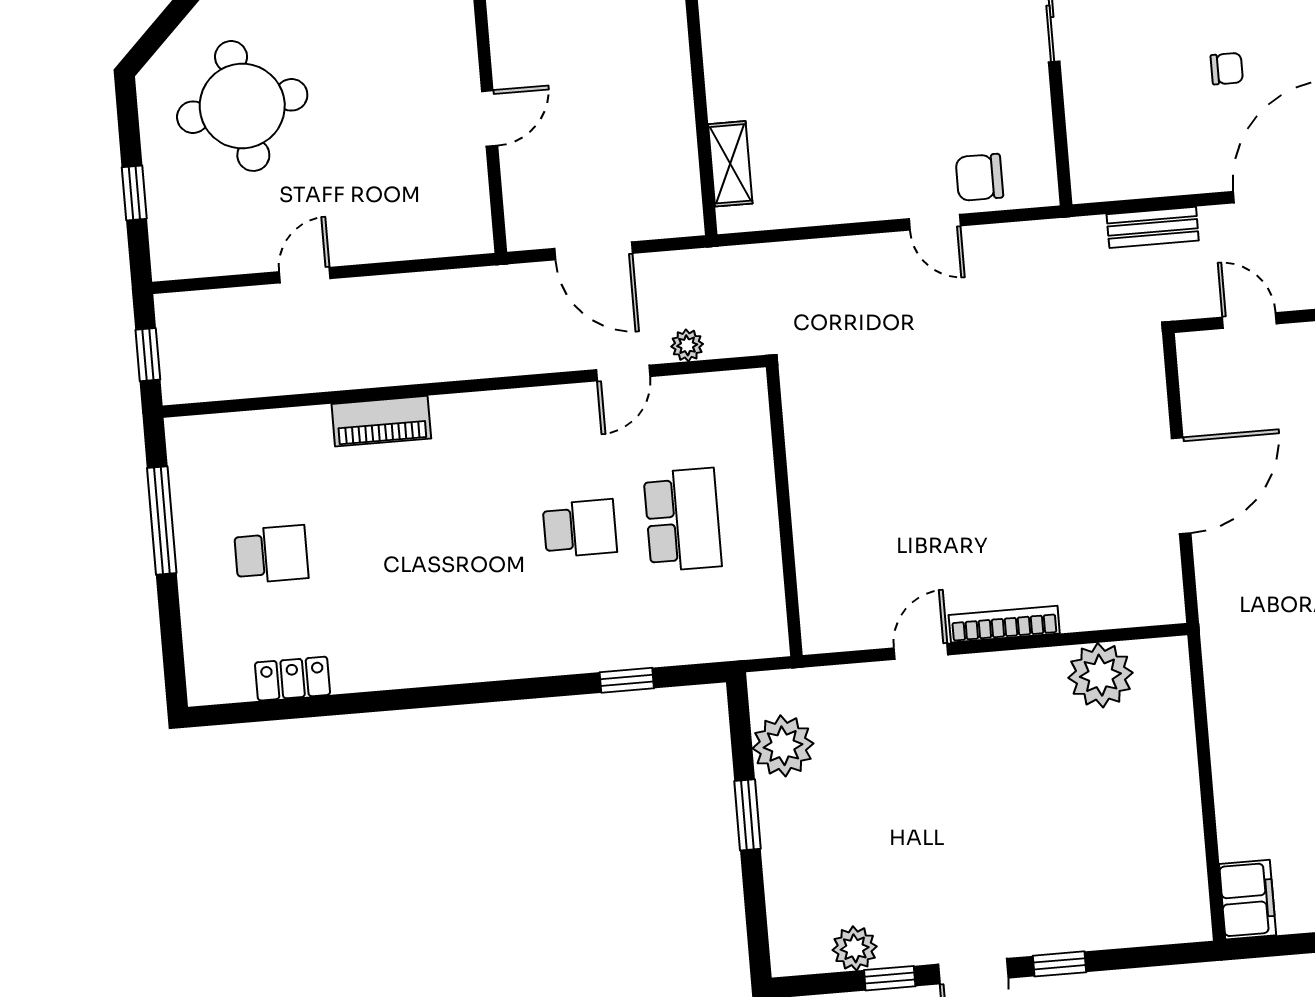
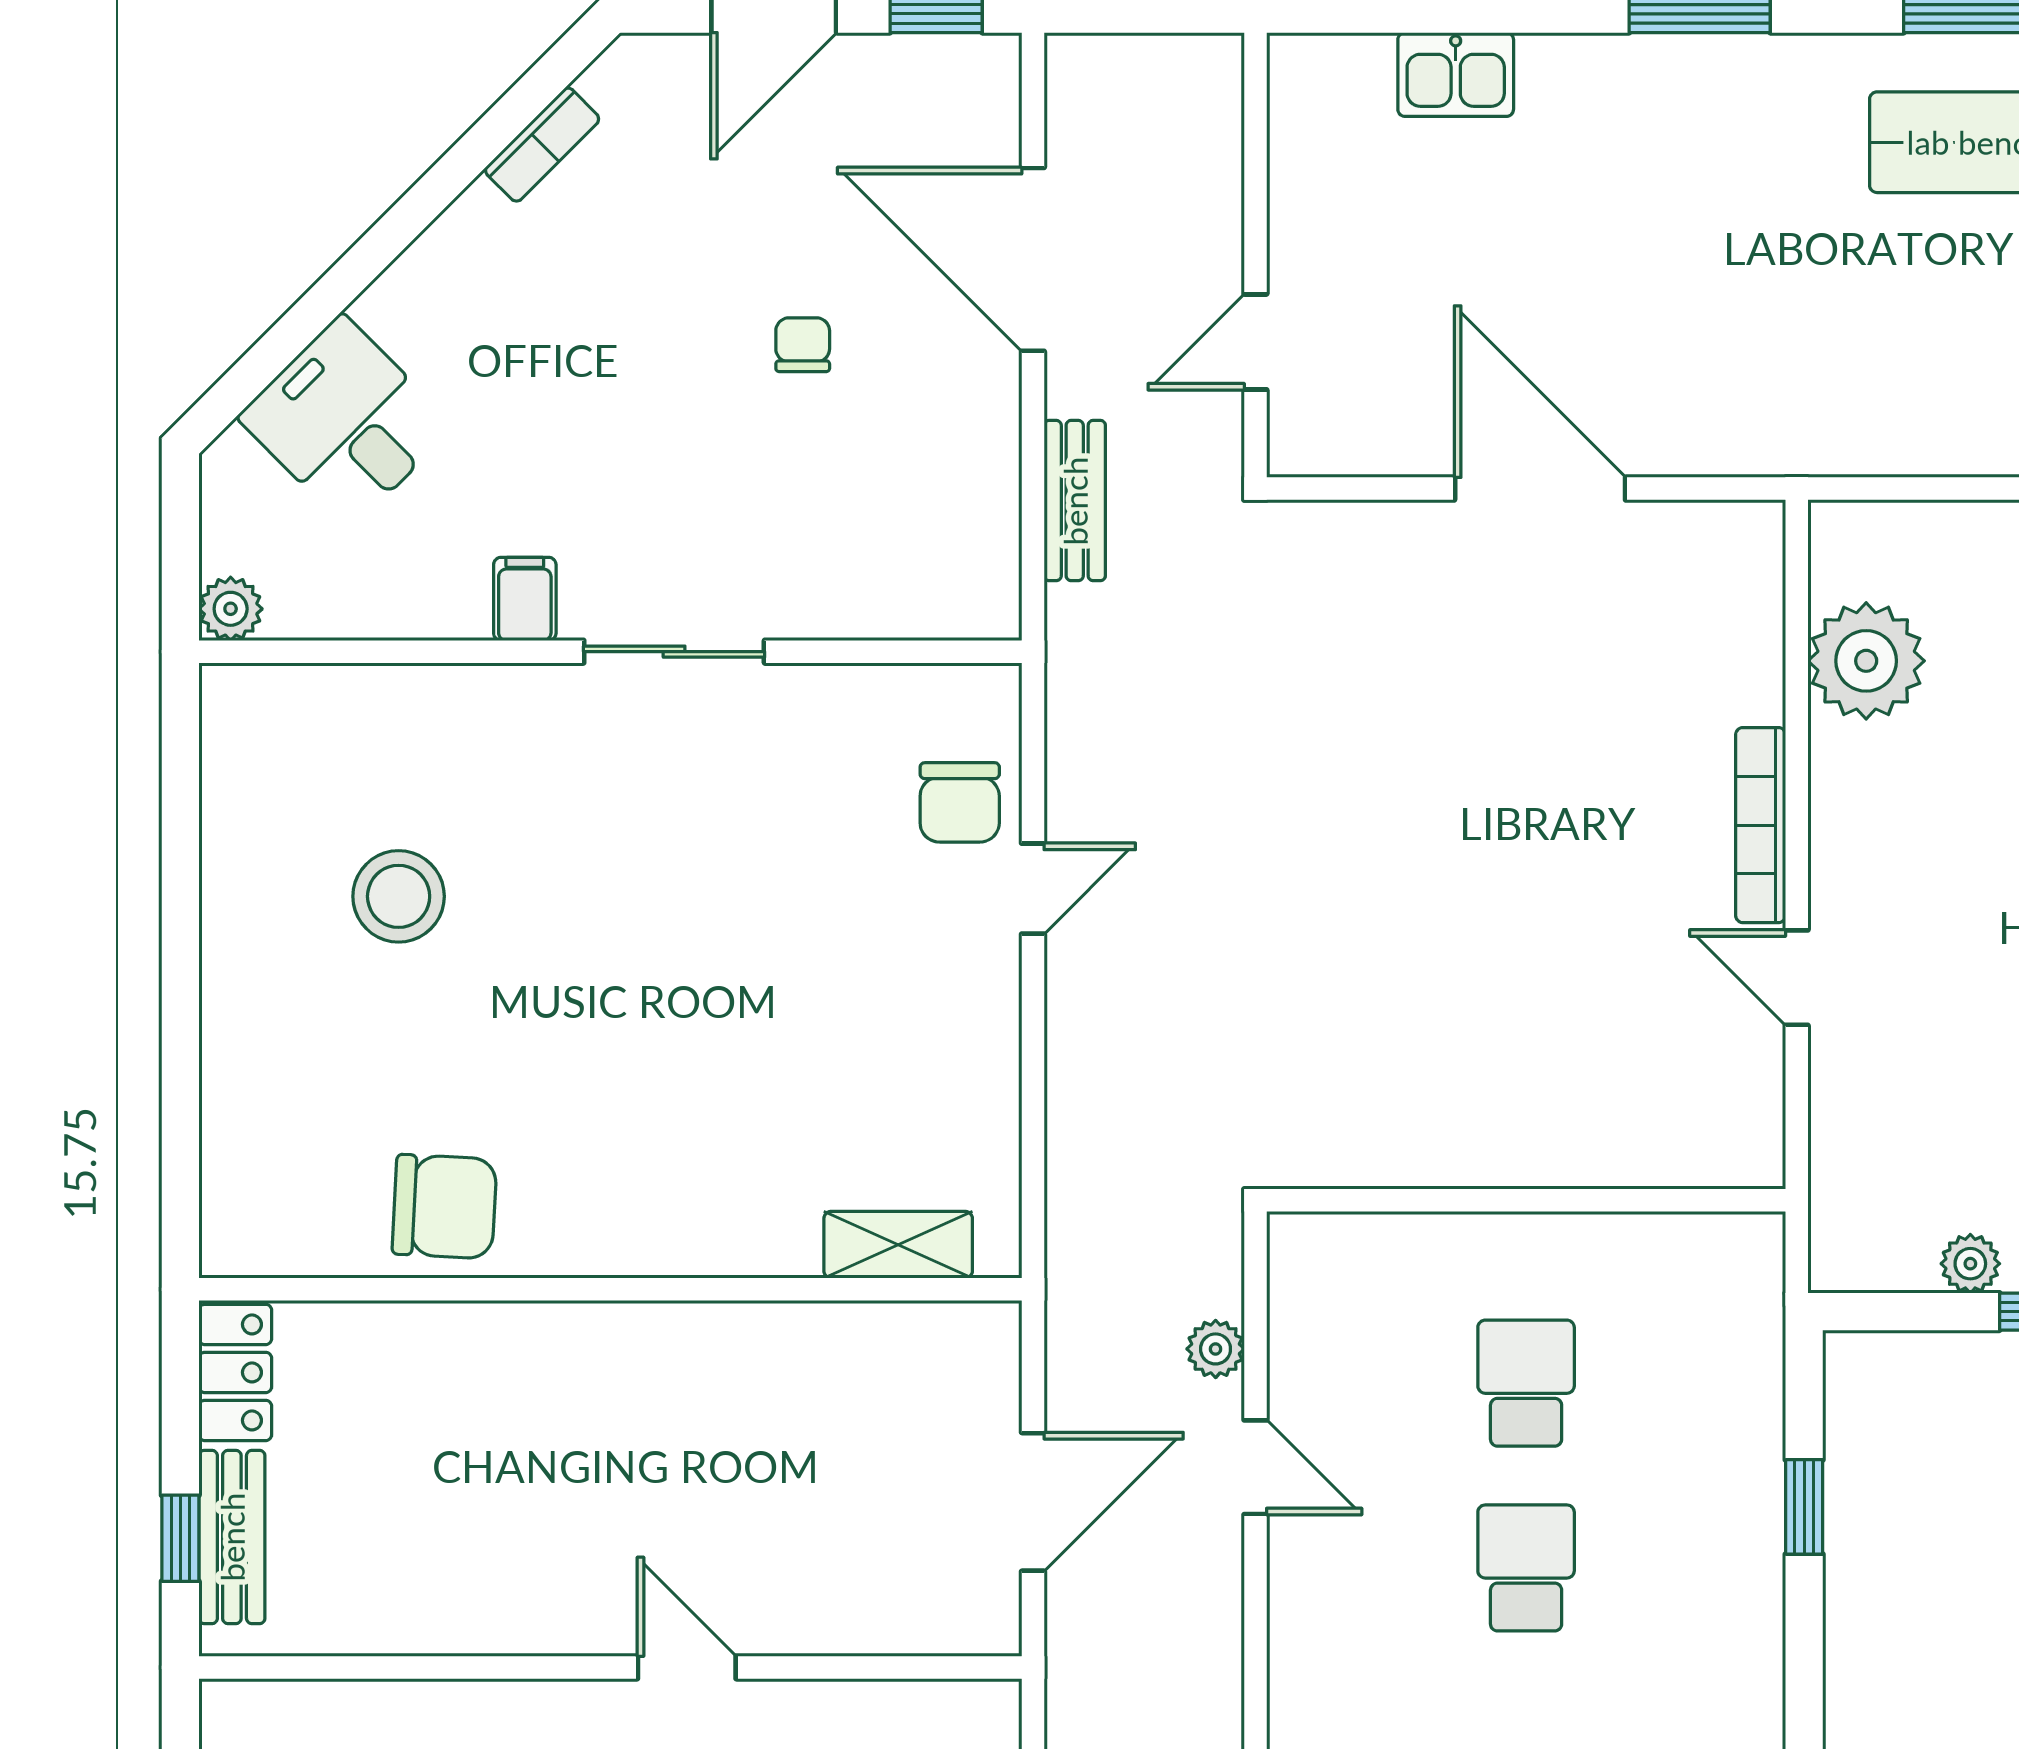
door: (490, 118) -> (687, 1667), moved
school desk: (683, 520) -> (1526, 1383), width x0.54
plant: (783, 746) -> (1970, 1264), width x0.53, depth x0.53

